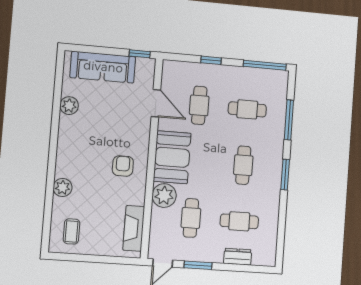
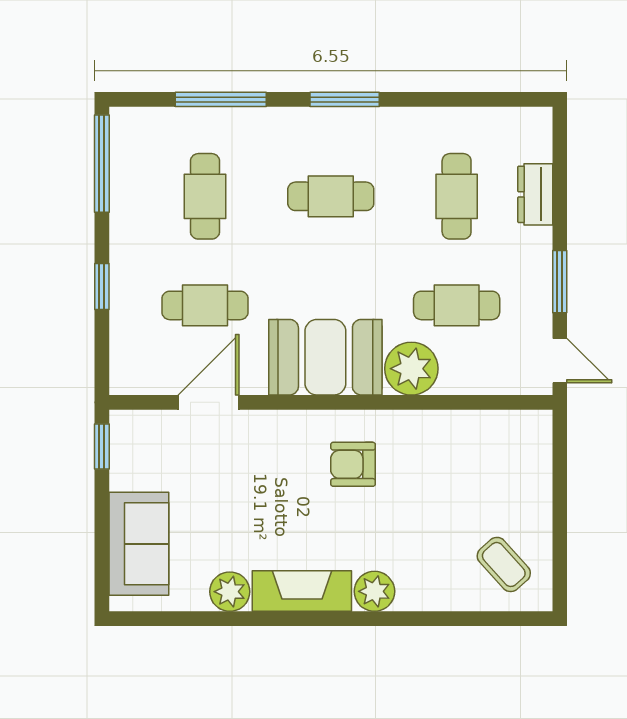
sofa: (103, 67) -> (139, 544), width x0.73
plant: (63, 187) -> (374, 591), moved
fireplace: (134, 228) -> (302, 591), moved, turned 180
coffee table: (71, 231) -> (504, 564), turned 48

